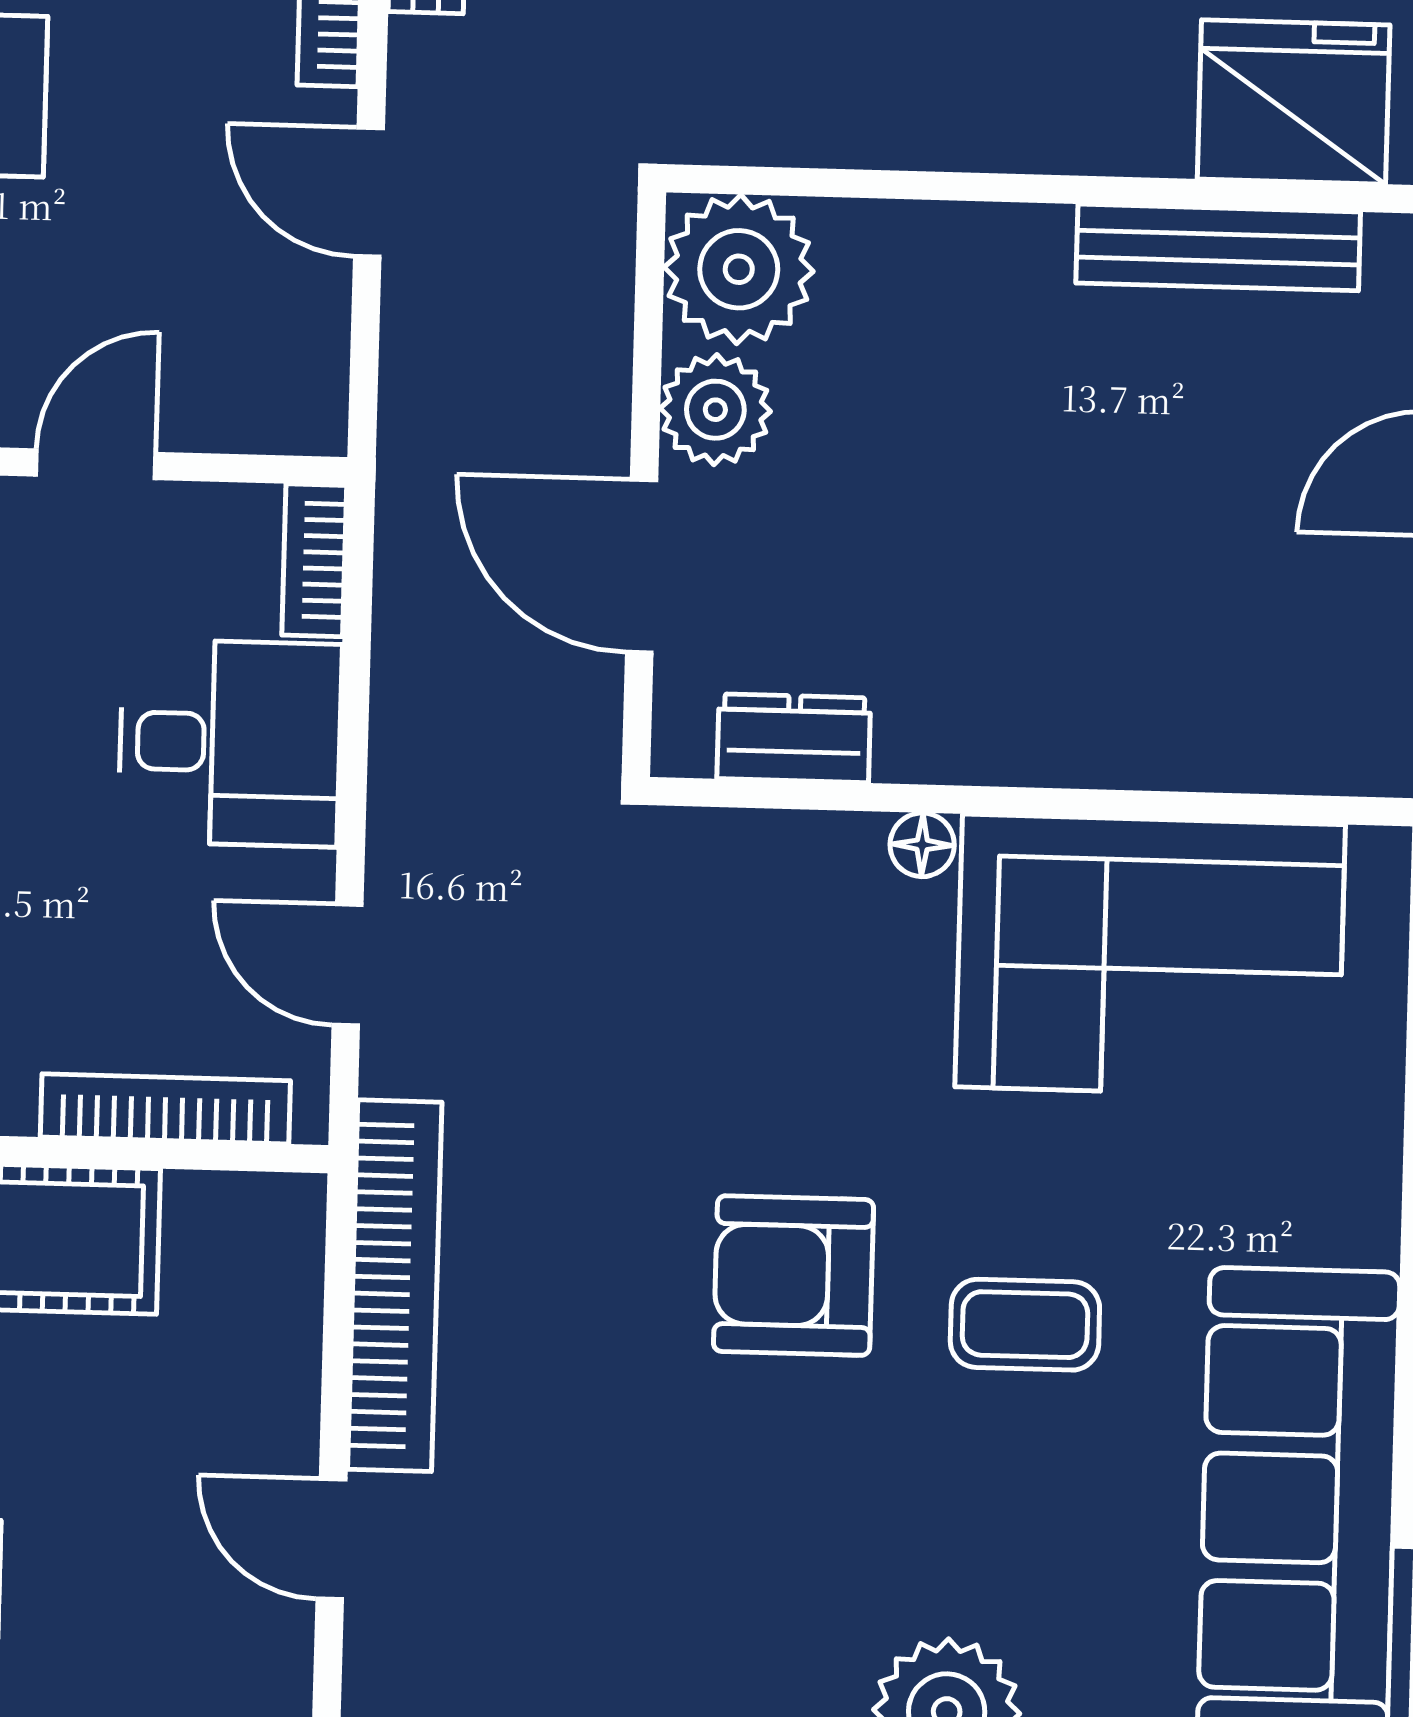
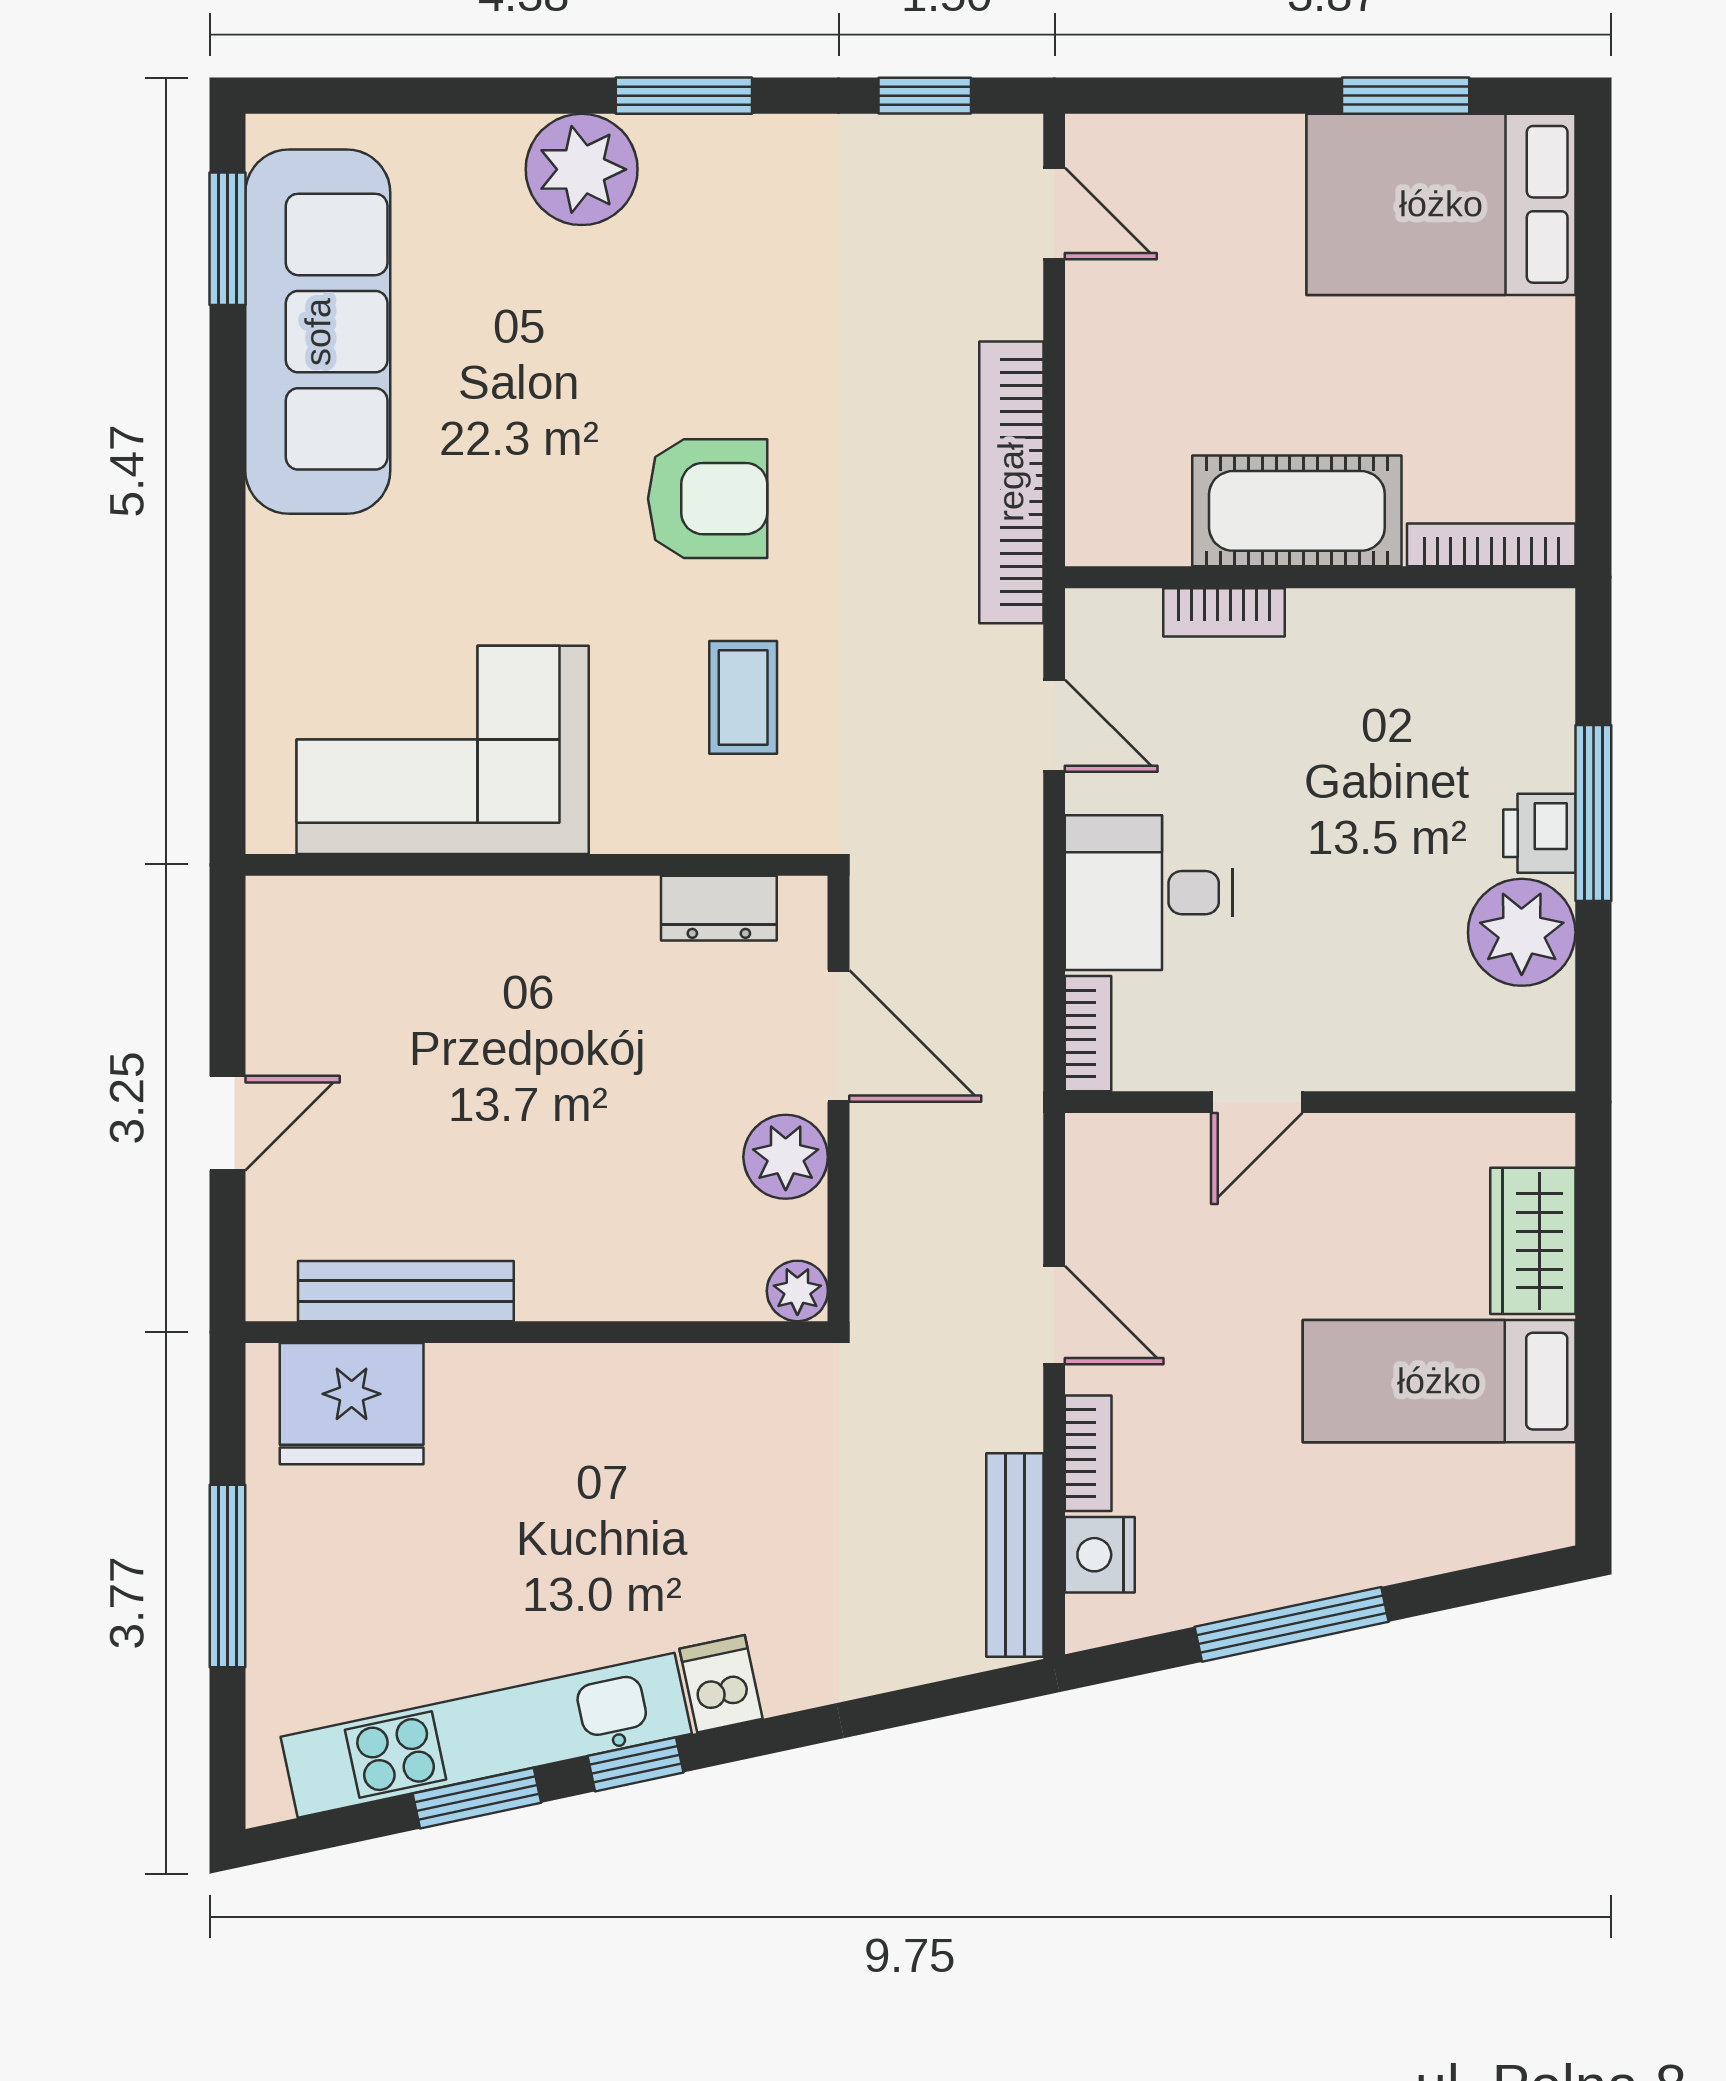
plant: (739, 269) -> (797, 1291), width x0.53, depth x0.53
floor lamp: (922, 845) -> (619, 830), removed
bookcase: (165, 1109) -> (1224, 612), width x0.64
coffee table: (1025, 1325) -> (743, 697), moved, turned 90
door: (331, 1539) -> (1054, 214), moved

